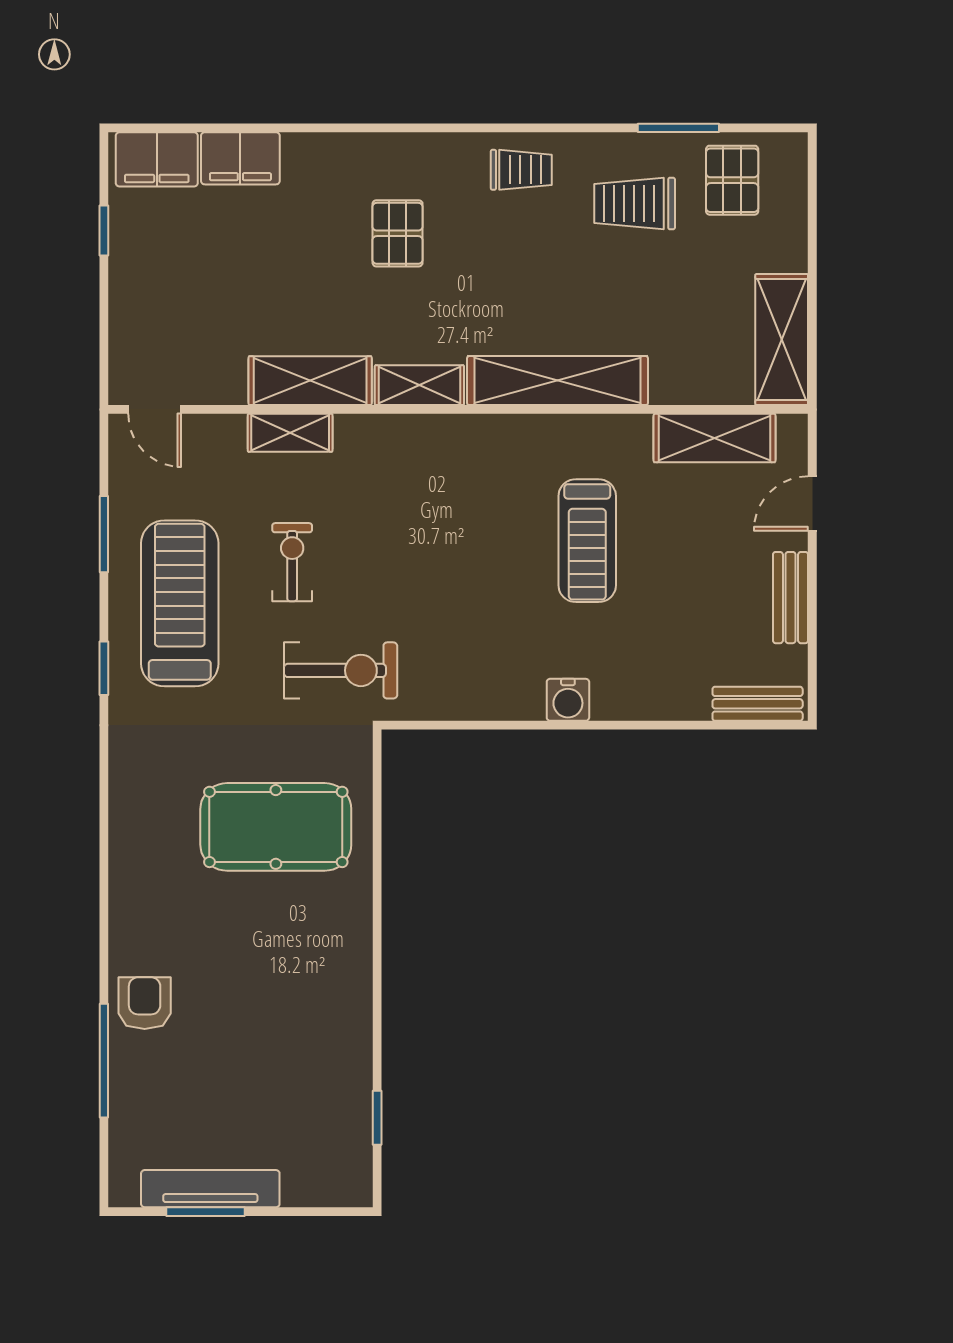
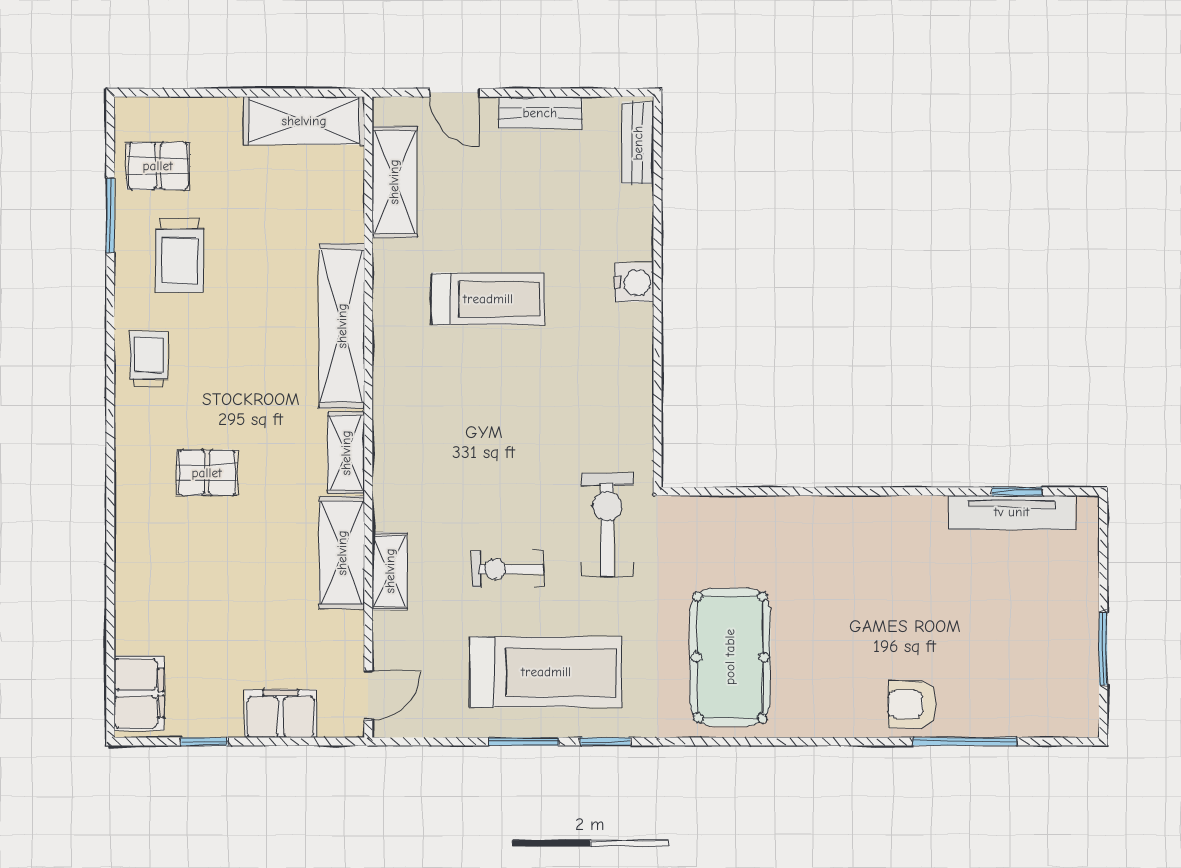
filing cabinet: (240, 158) -> (281, 714), moved, turned -90
window: (104, 534) -> (524, 742), moved
treadmill: (180, 603) -> (546, 672), turned 180
water cooler: (568, 700) -> (634, 282), moved
pool table: (276, 827) -> (730, 657), moved
tv unit: (210, 1189) -> (1012, 512), moved, turned -90

